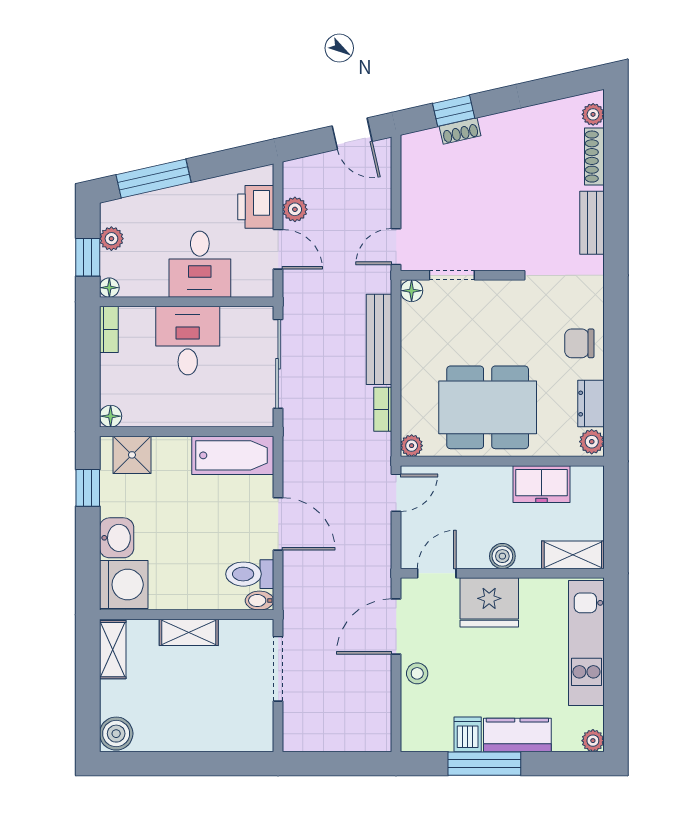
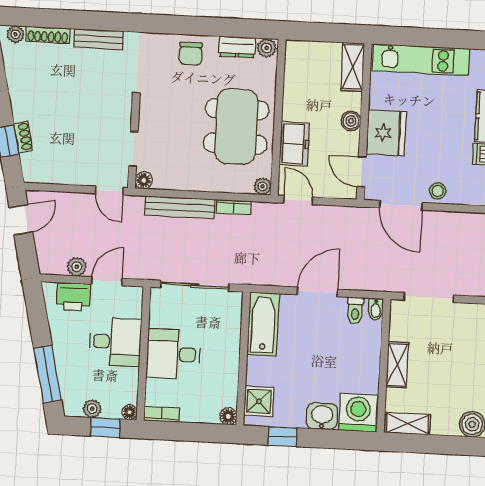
freezer: (542, 484) -> (294, 144), moved
toilet: (250, 574) -> (355, 310), width x0.73, depth x0.72

